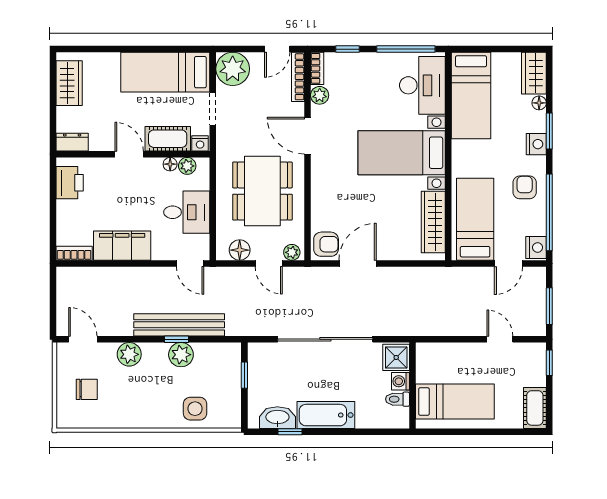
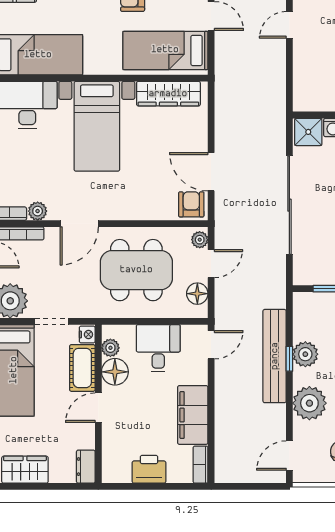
floor lamp: (170, 164) -> (115, 372), width x1.89, depth x1.89
printer: (70, 183) -> (149, 469), moved
plant: (129, 354) -> (309, 403), width x1.36, depth x1.36

